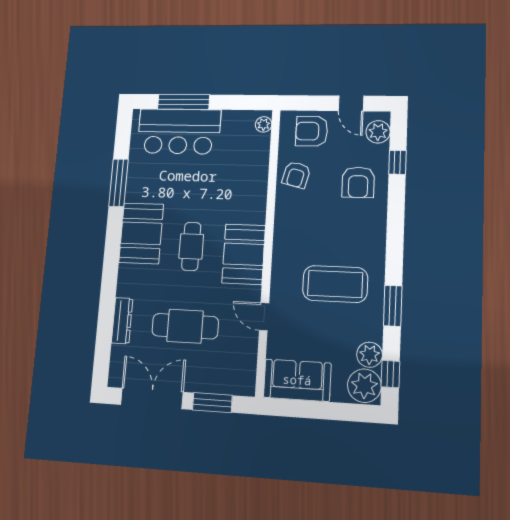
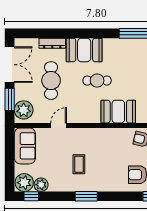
booth: (141, 233) -> (84, 50), moved
booth: (244, 254) -> (118, 112), moved
coffee table: (335, 284) -> (79, 164), width x0.54, depth x0.58
window: (393, 306) -> (86, 196), moved
plant: (233, 378) -> (24, 110), added

